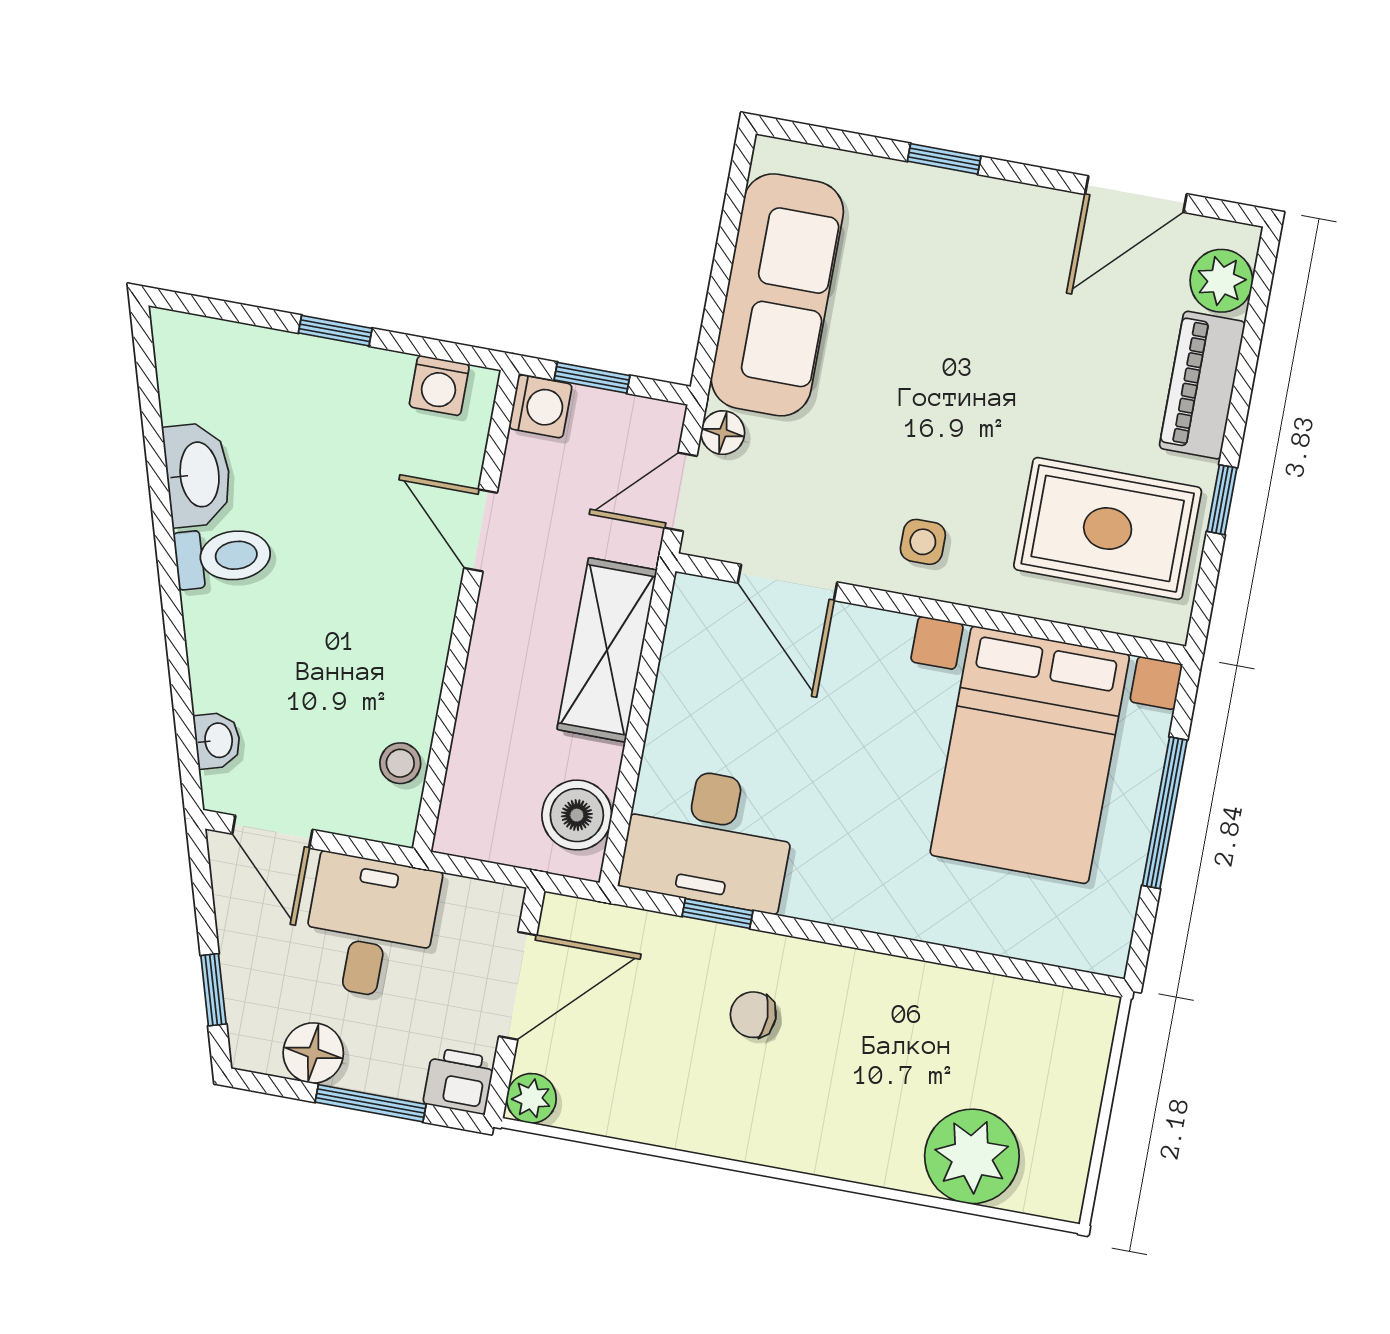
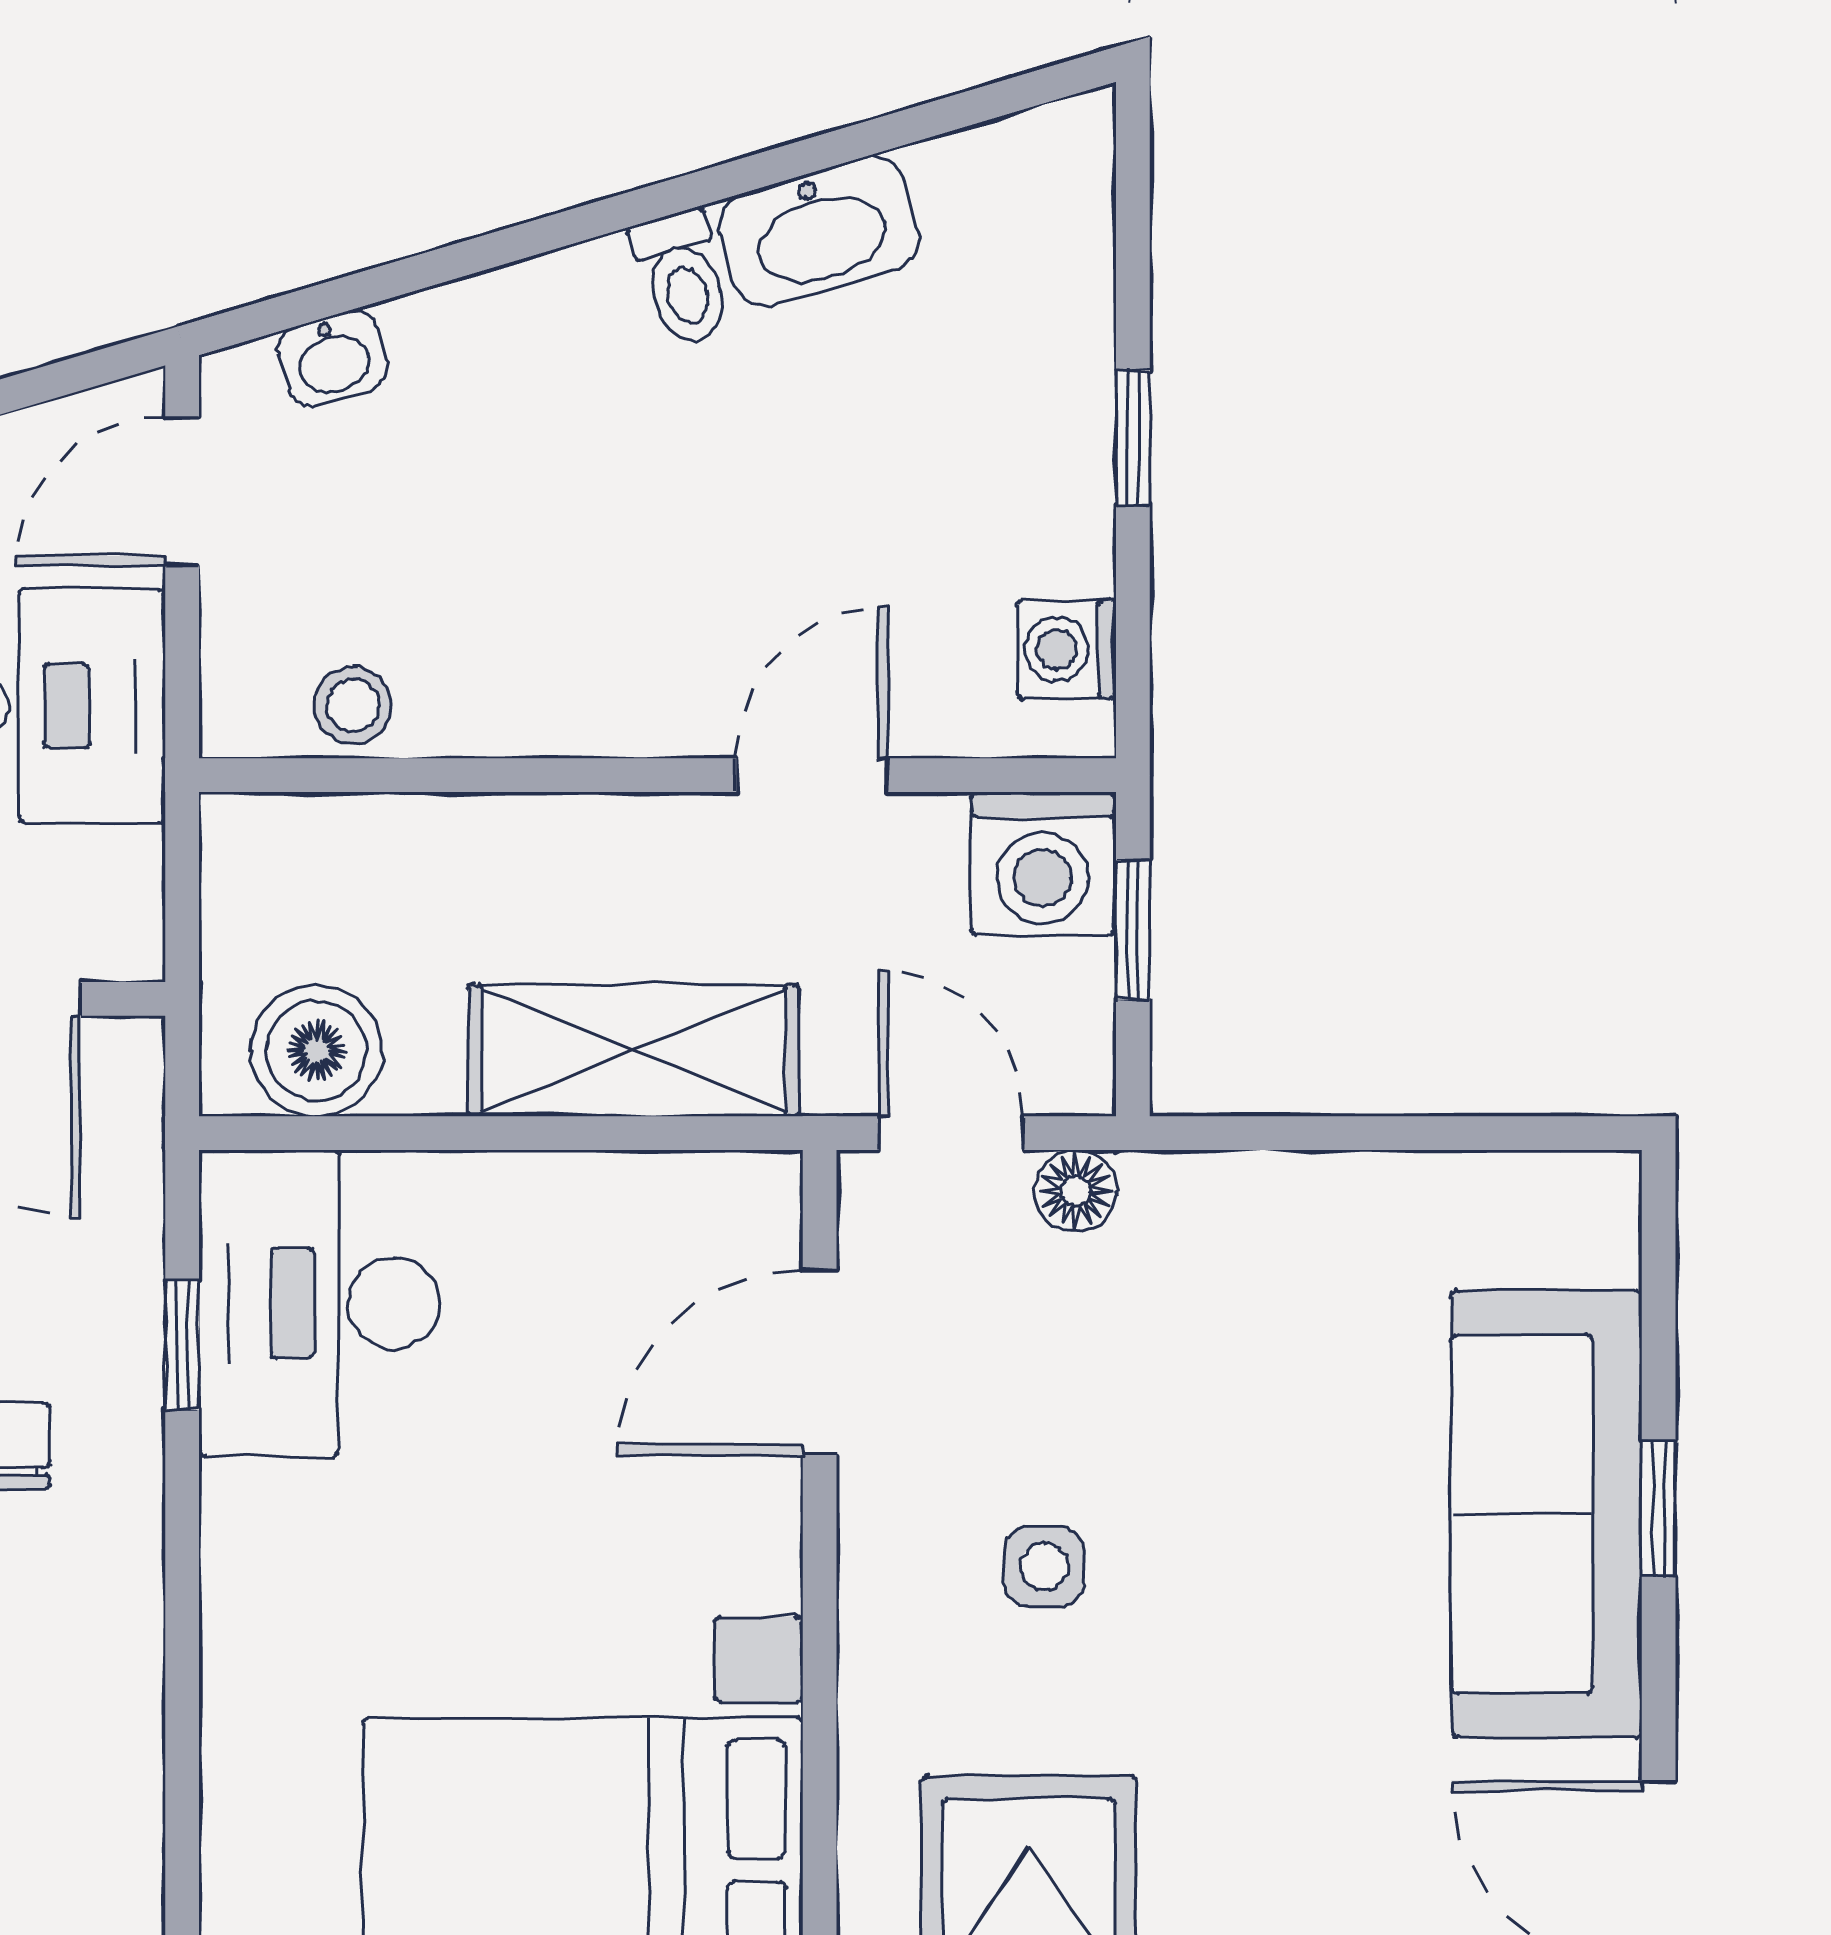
sofa: (777, 295) -> (1547, 1514), moved, turned 90
washing machine: (540, 406) -> (1043, 864), width x1.38, depth x1.38
side table: (923, 542) -> (1044, 1567), moved
toilet: (223, 557) -> (683, 278), width x0.73, depth x0.72

